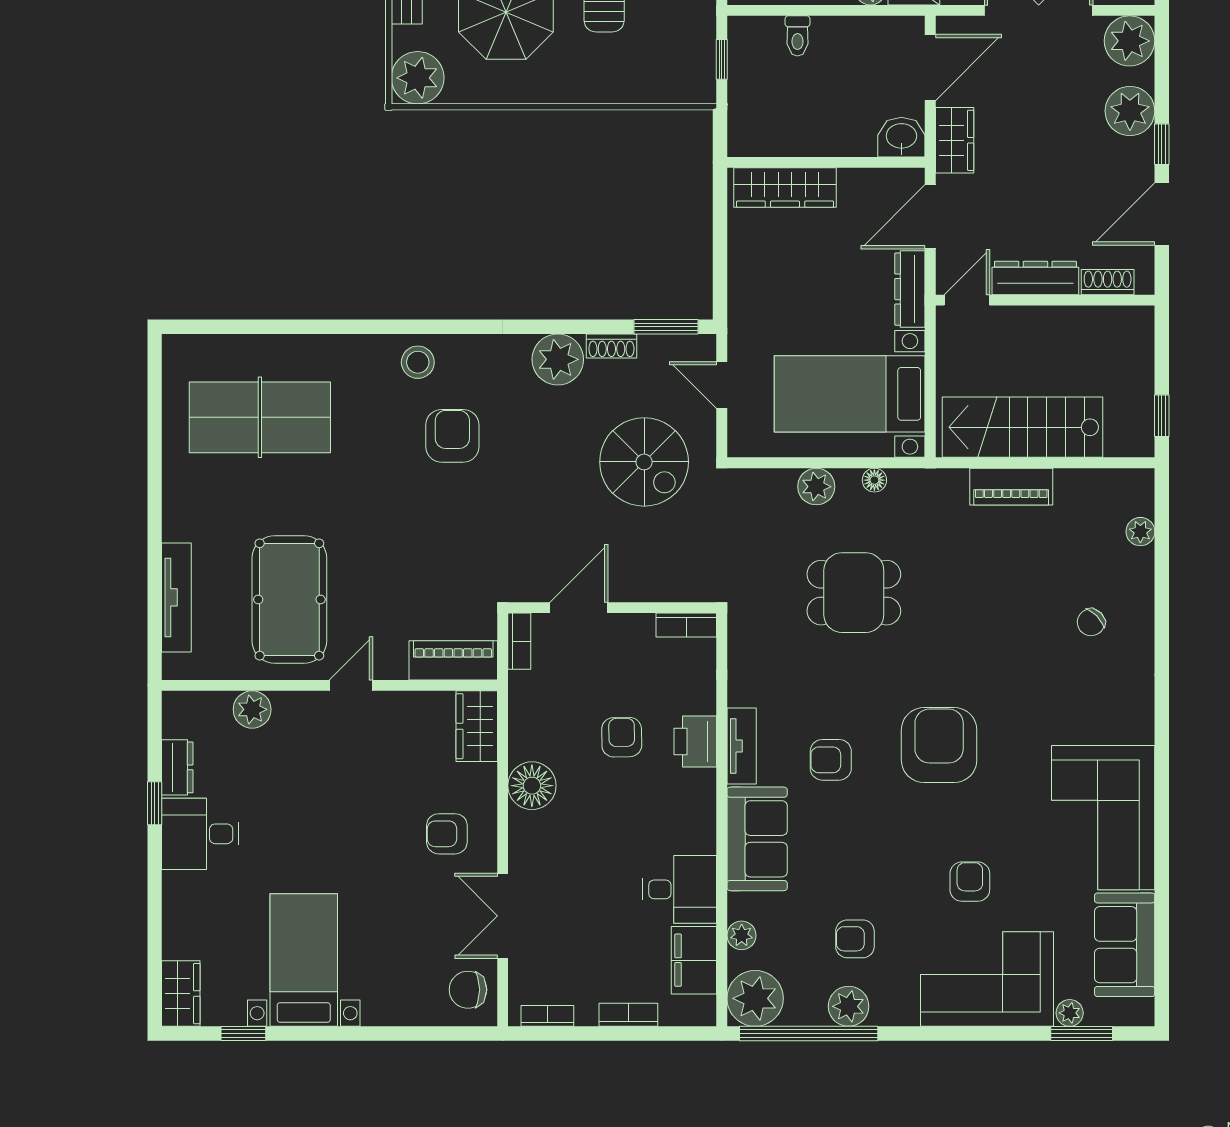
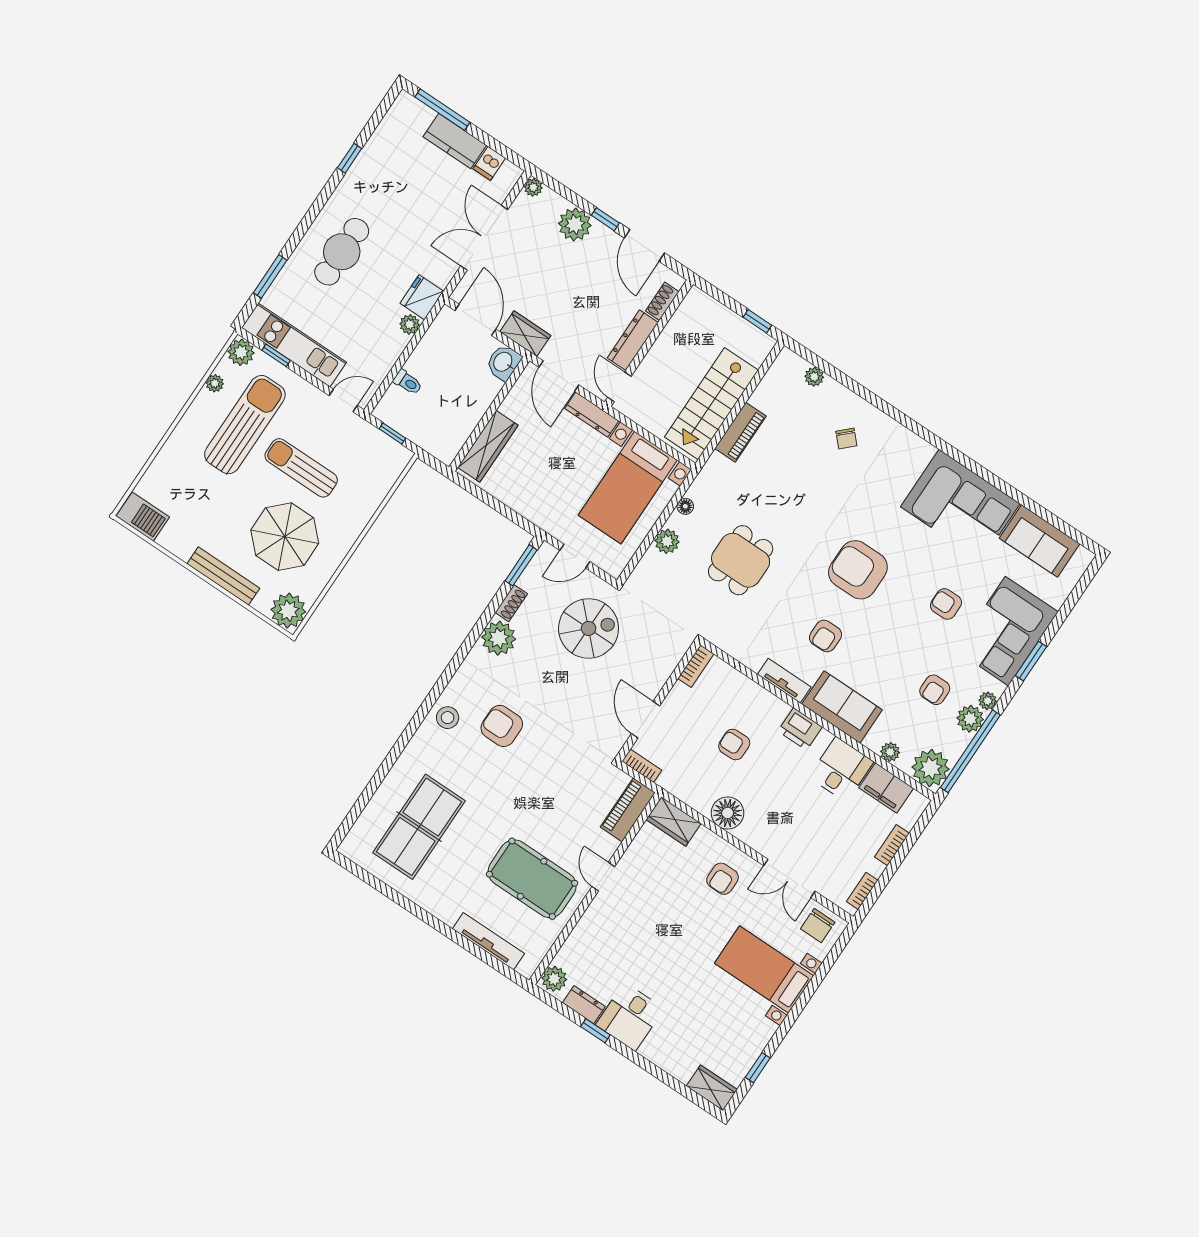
plant: (1130, 41) -> (533, 187), width x0.53, depth x0.53
plant: (252, 709) -> (554, 979), moved
printer: (695, 742) -> (800, 729), moved
bed with nightstands: (304, 960) -> (764, 969), moved
plant: (1070, 1013) -> (988, 701), moved
window: (1082, 1034) -> (1031, 661), moved

